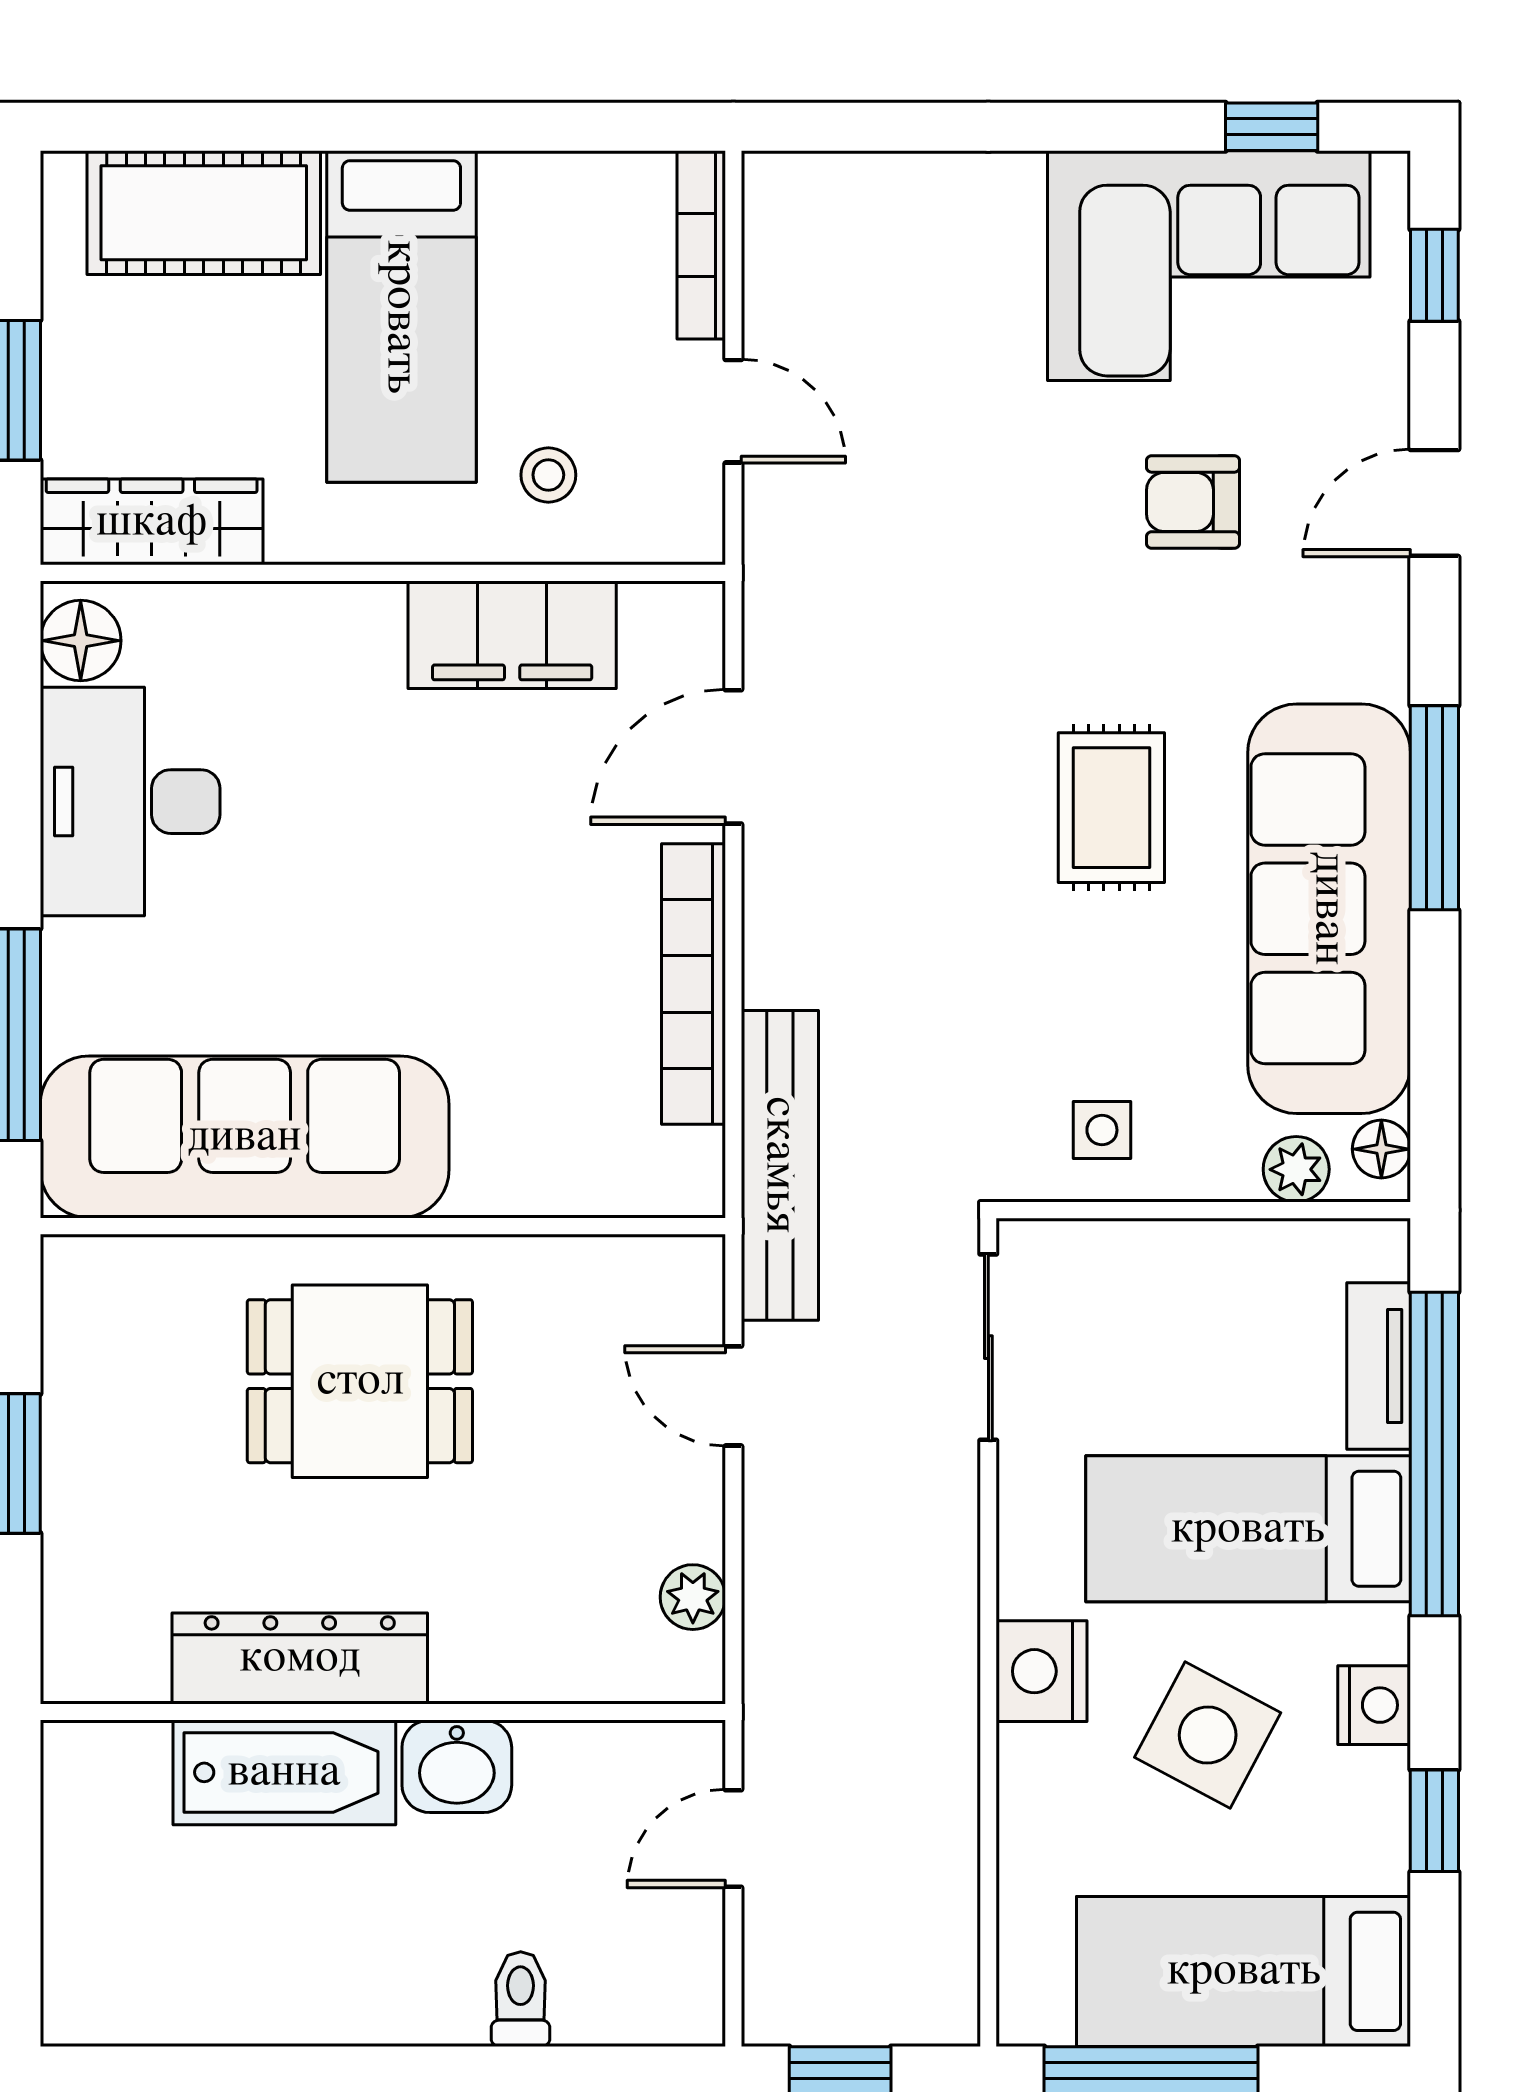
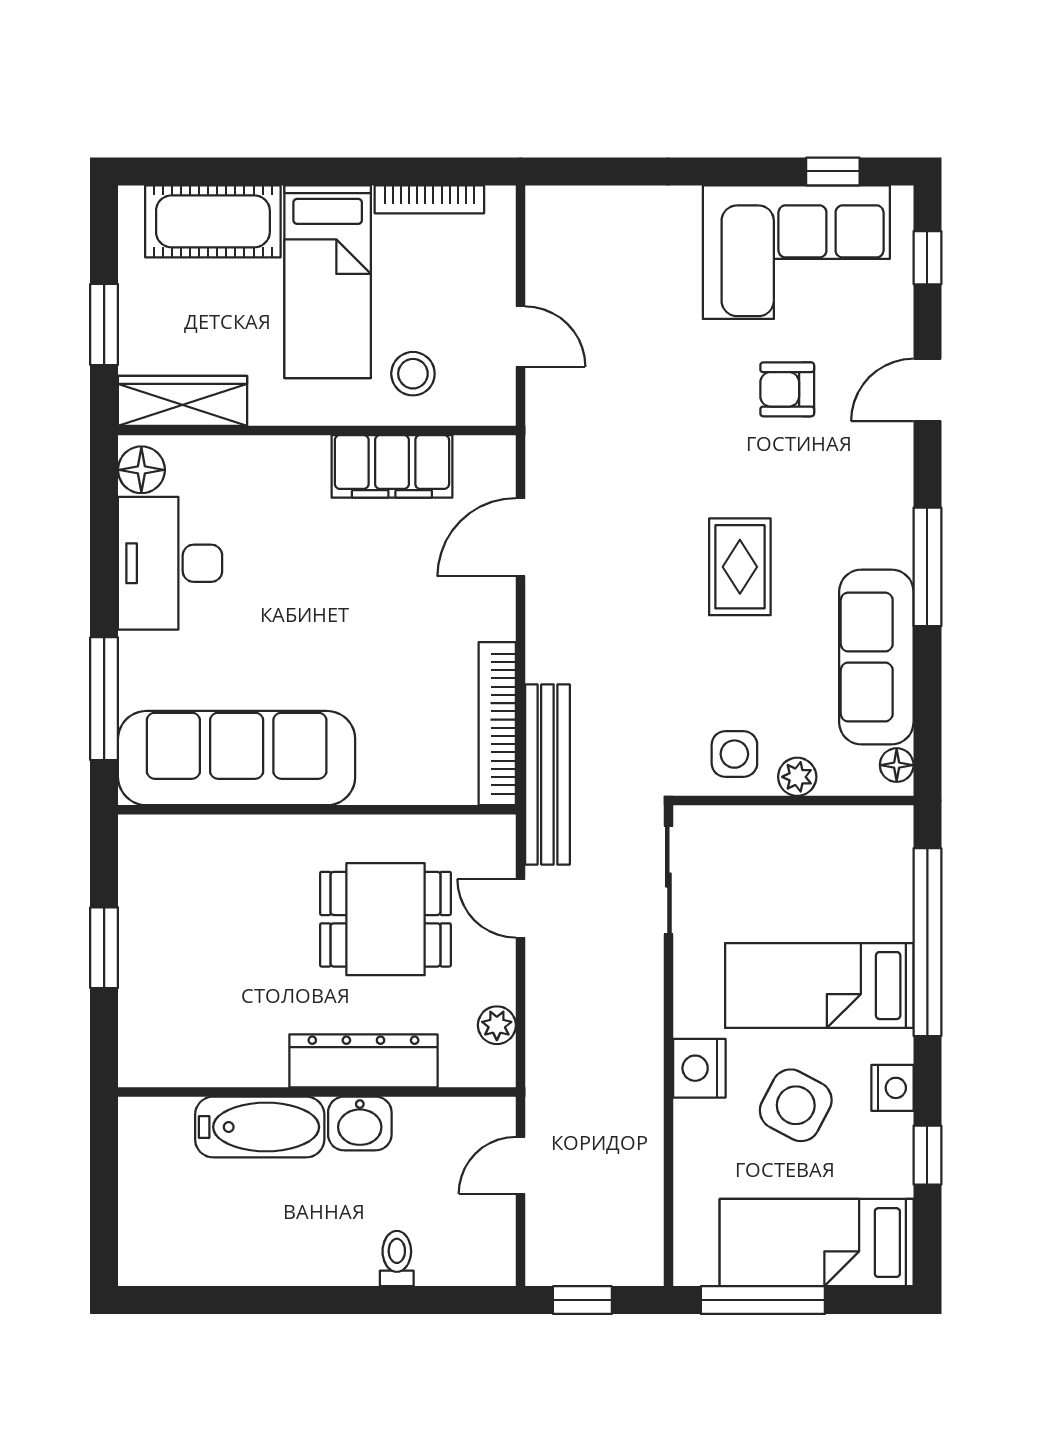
bookcase: (701, 245) -> (429, 199), moved, turned -90
stool: (548, 475) -> (413, 374), width x1.37, depth x1.37
sofa: (1329, 909) -> (876, 657), width x0.74, depth x0.79
bookcase: (694, 984) -> (497, 724), moved
side table: (1102, 1130) -> (734, 754), width x1.37, depth x1.37
plant: (1296, 1169) -> (797, 777), moved
tv unit: (1379, 1366) -> (895, 891), removed
dining table: (360, 1381) -> (385, 919), moved
dresser: (300, 1658) -> (363, 1061), moved

